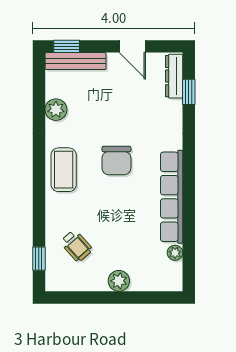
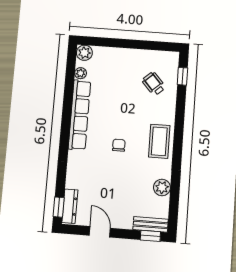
bench: (75, 61) -> (151, 224), width x0.73
window: (189, 92) -> (59, 207), moved
chair: (116, 161) -> (119, 145), width x0.54, depth x0.54
plant: (119, 281) -> (84, 53), moved

